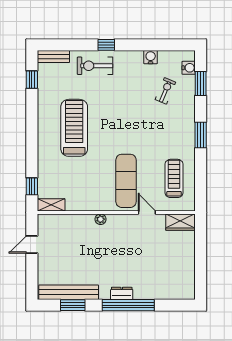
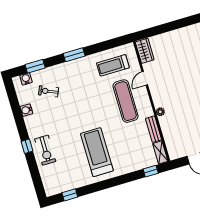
bench: (53, 57) -> (154, 129), moved
treadmill: (74, 128) -> (97, 152), turned 90
exercise mat: (126, 181) -> (126, 101), turned 90

